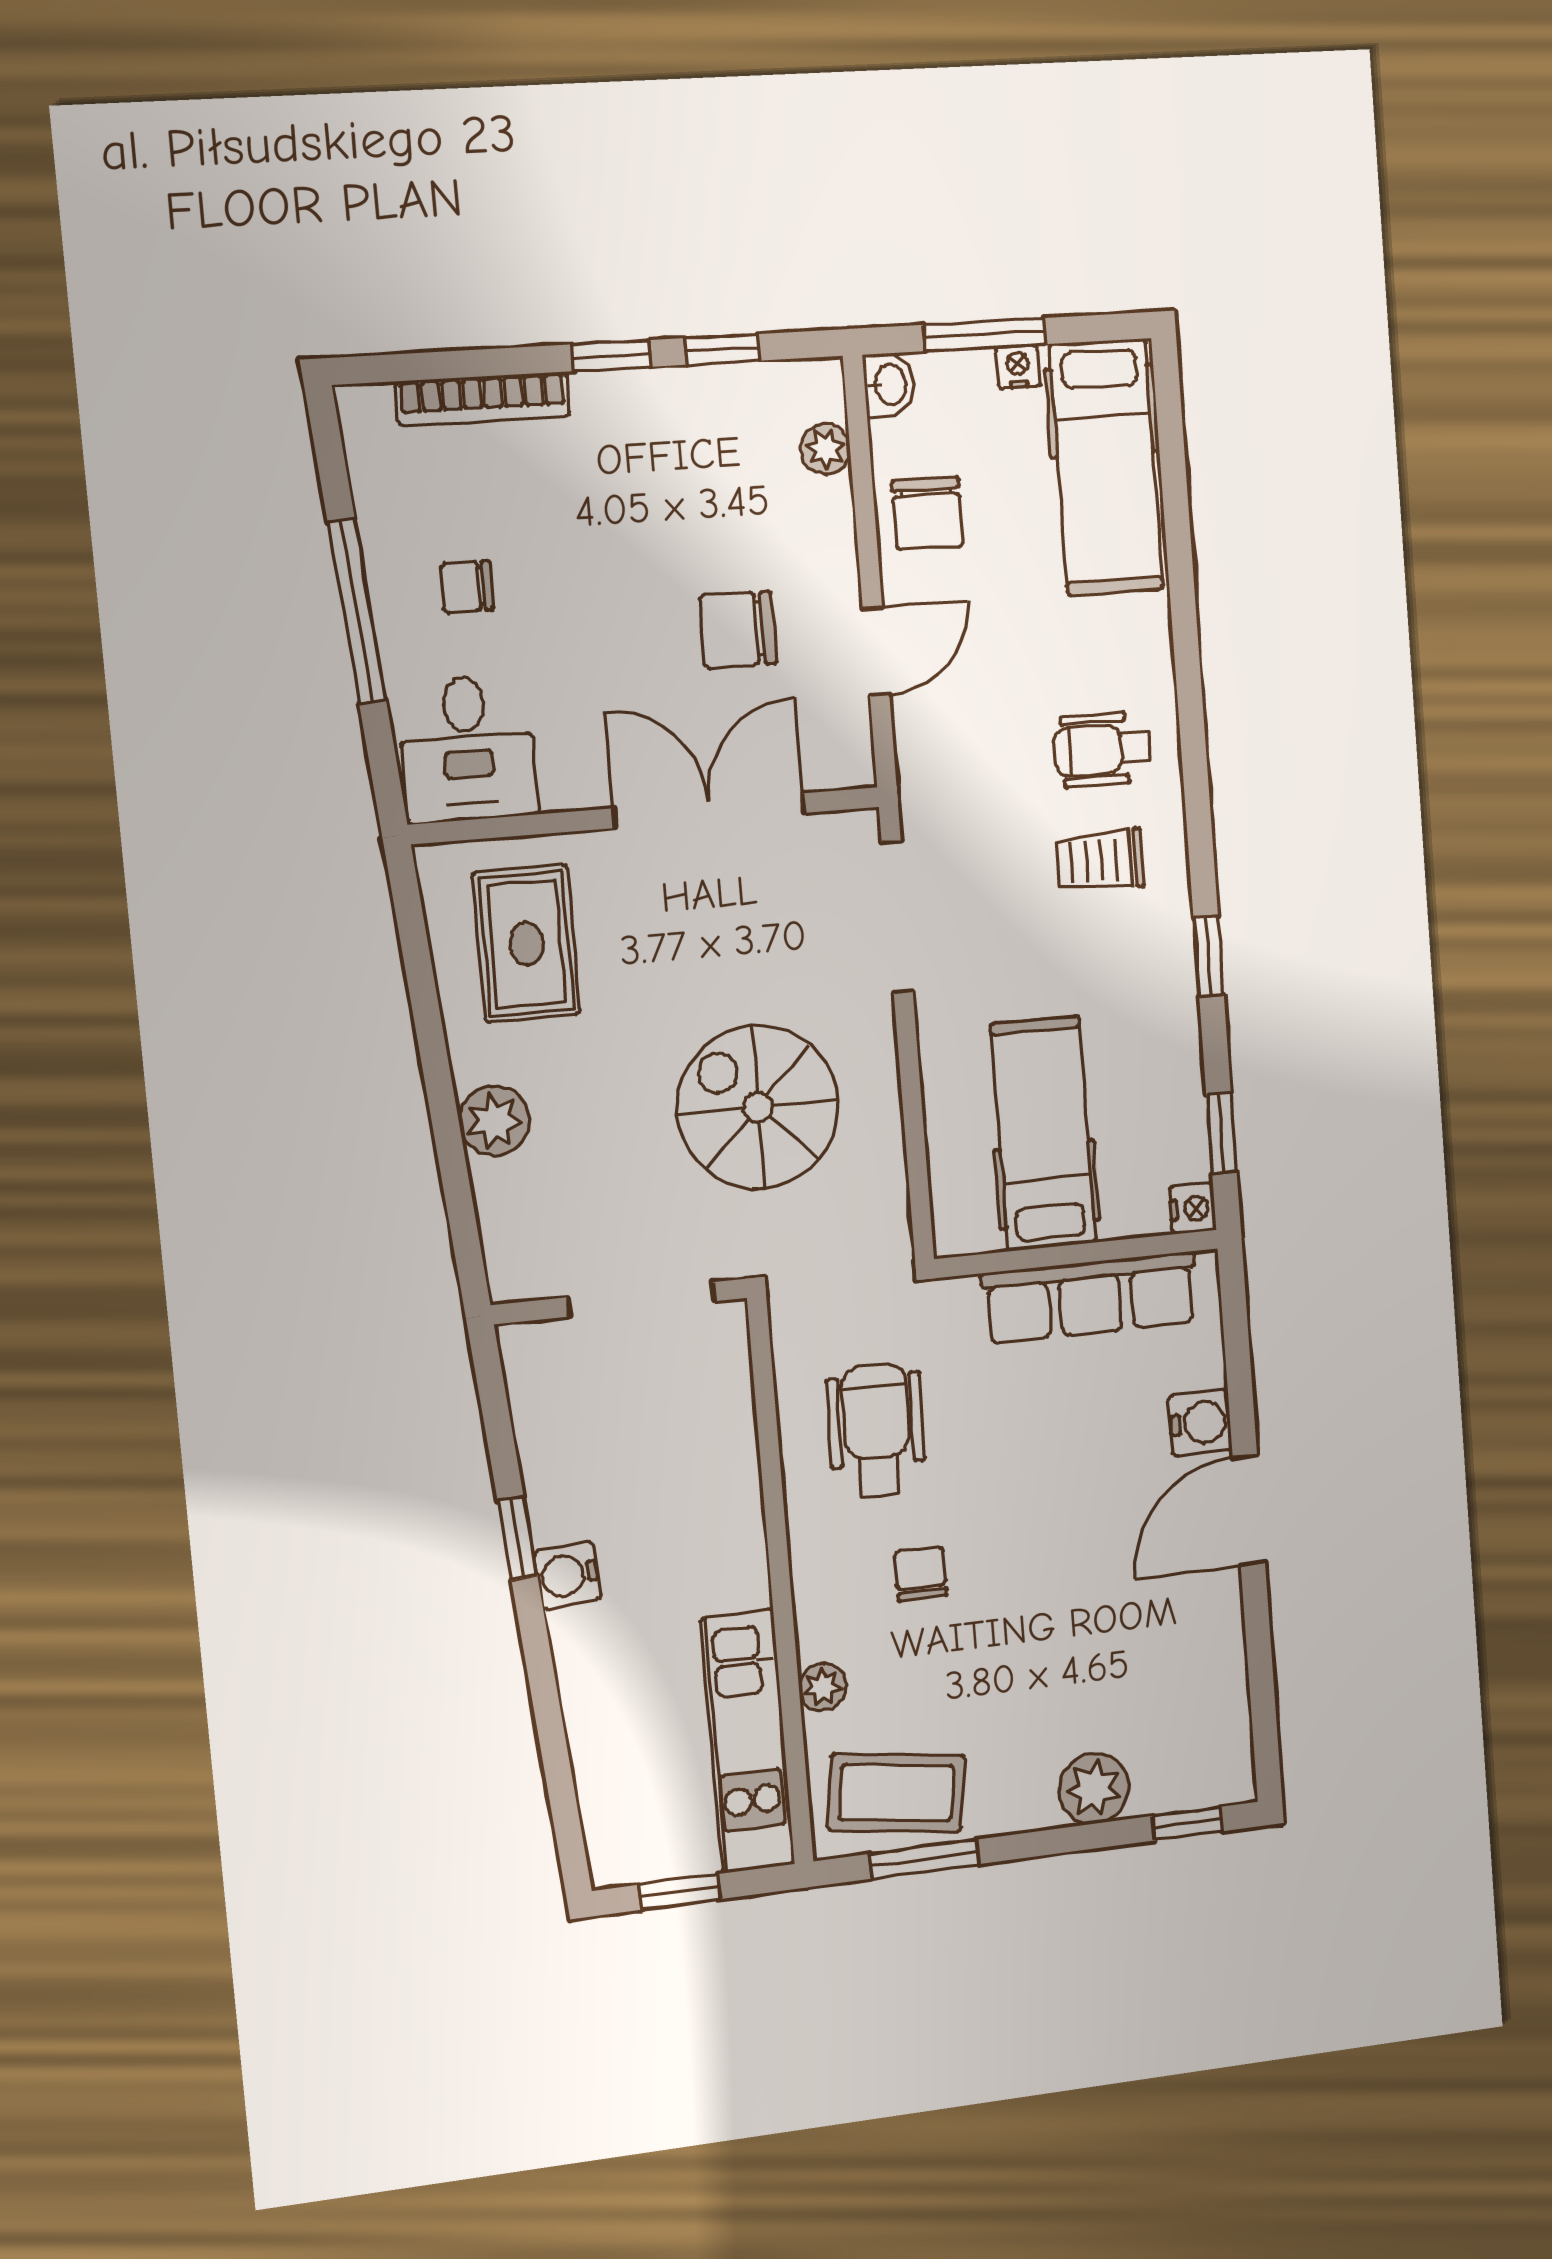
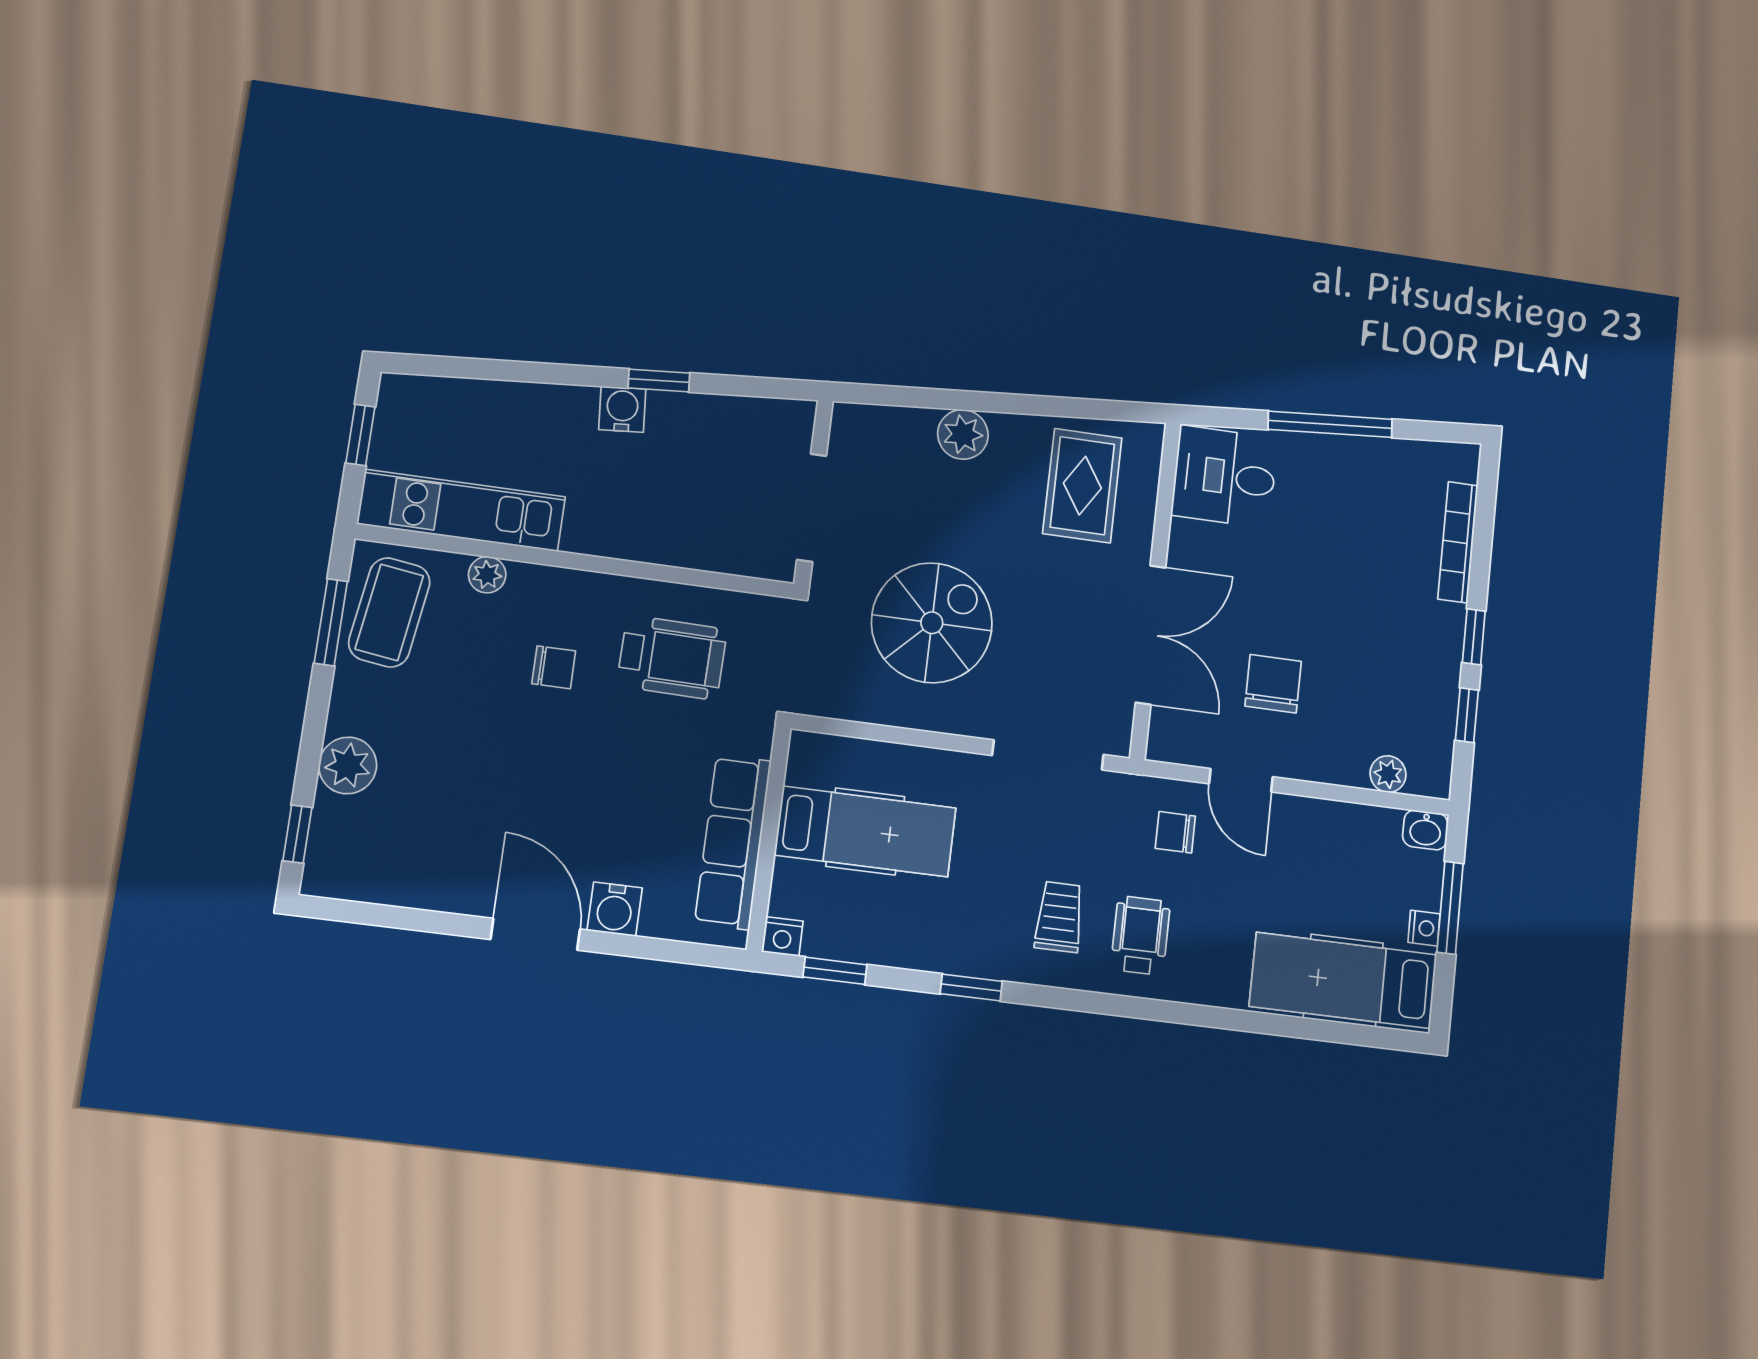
chair: (928, 513) -> (1175, 832), moved, width x0.73, depth x0.73
chair: (467, 587) -> (1334, 502), removed
rug: (527, 944) -> (1082, 486), turned 90

